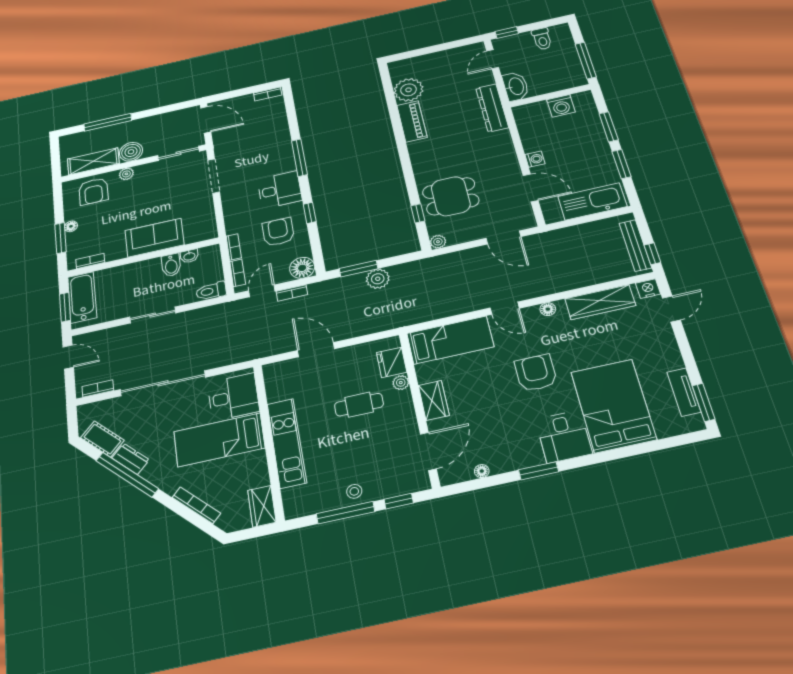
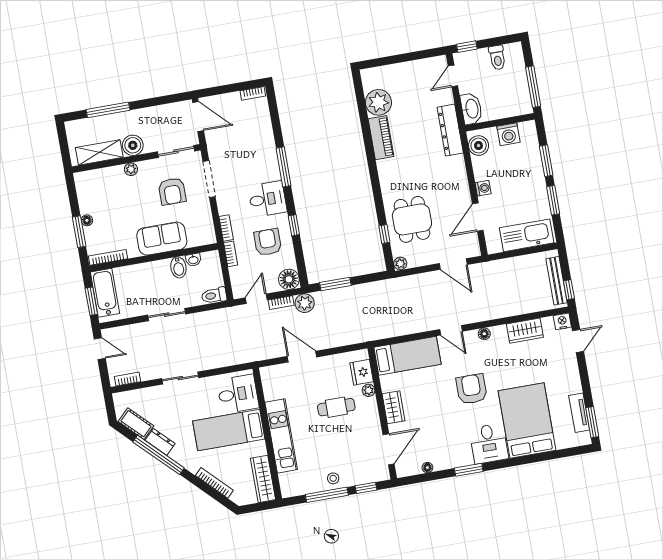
boiler: (526, 119) -> (479, 146), added
door: (531, 188) -> (478, 217), swing flipped
armchair: (93, 191) -> (172, 191), moved
dining table: (451, 196) -> (412, 219), turned 90
bookcase: (90, 261) -> (108, 257), width x1.56
bookcase: (238, 273) -> (226, 228), moved
plant: (378, 279) -> (305, 303), moved
wardrobe: (600, 302) -> (525, 331), width x0.67
sliding door: (163, 383) -> (180, 378), width x0.54
wardrobe: (262, 506) -> (263, 479), width x1.50

